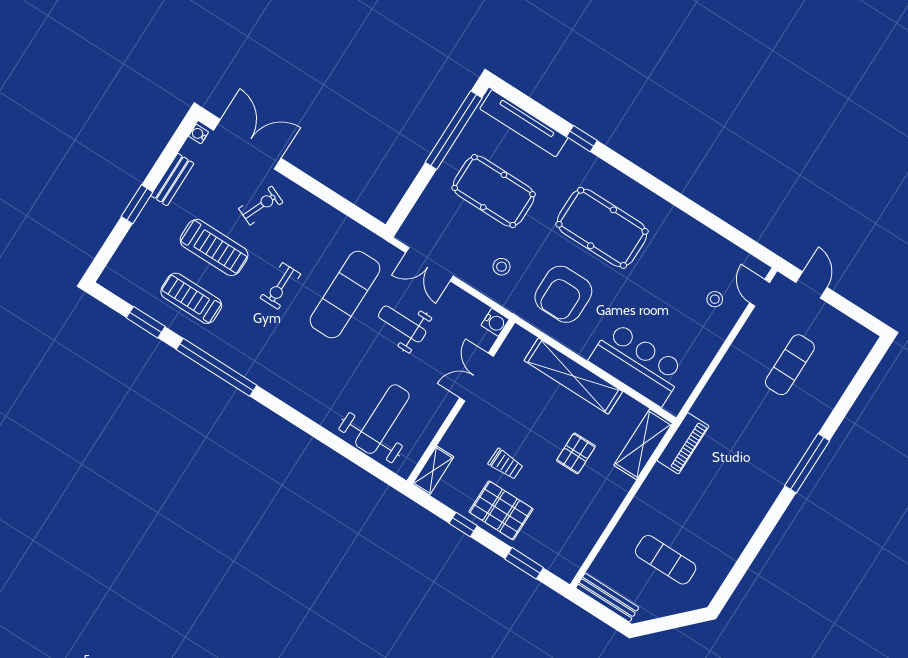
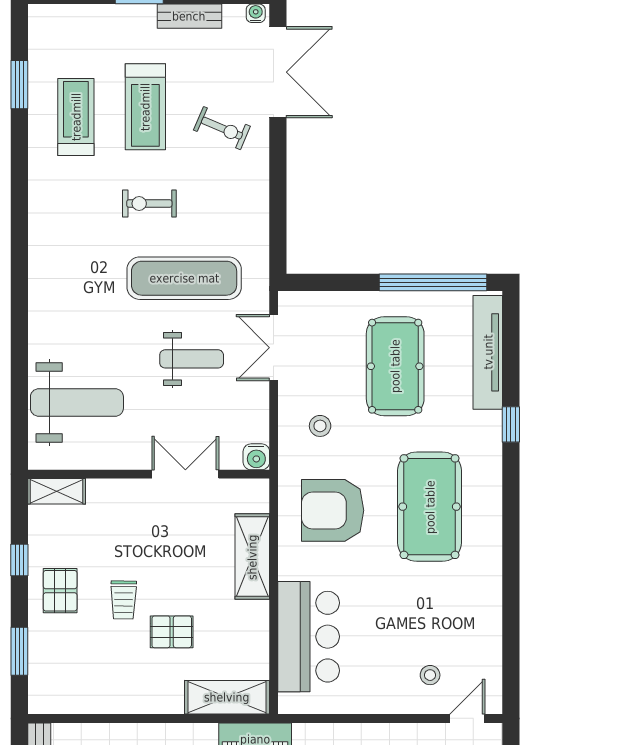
weight bench: (402, 324) -> (192, 359), turned 90
window: (216, 367) -> (19, 191), removed
shelving: (573, 376) -> (252, 557), width x0.68
trolley: (506, 464) -> (124, 600), moved
pallet: (501, 510) -> (60, 591), width x0.67, depth x0.71

